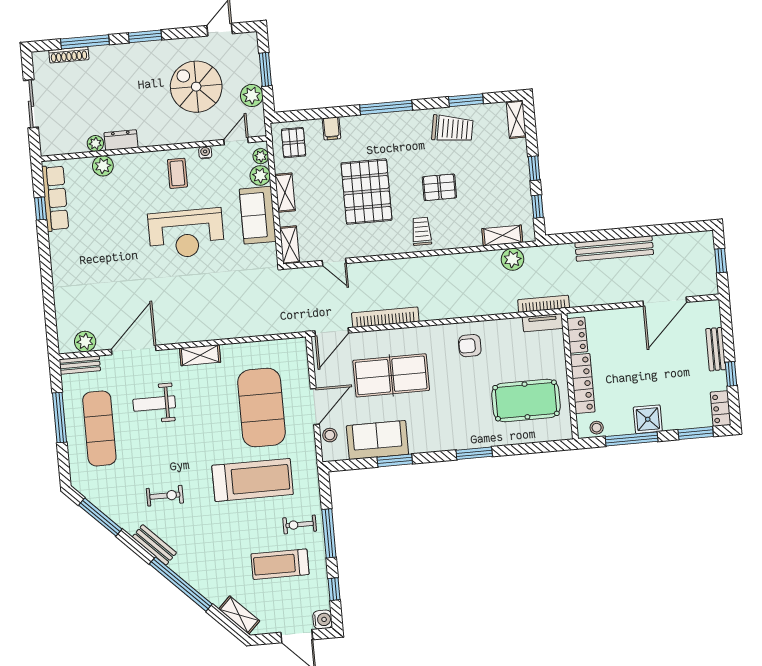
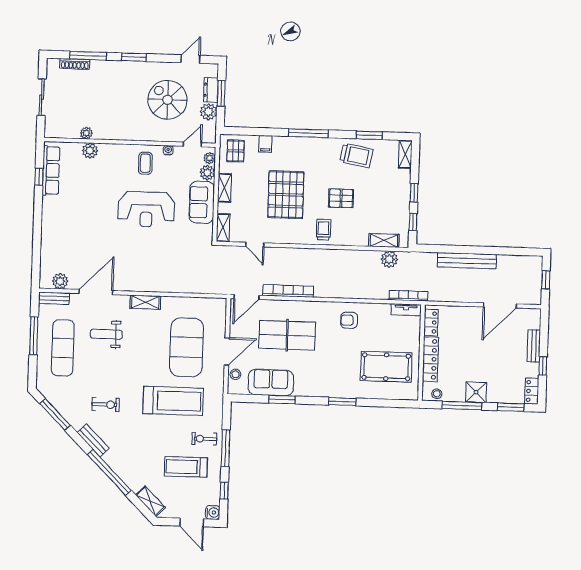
dresser: (121, 140) -> (211, 90), moved, turned -90

